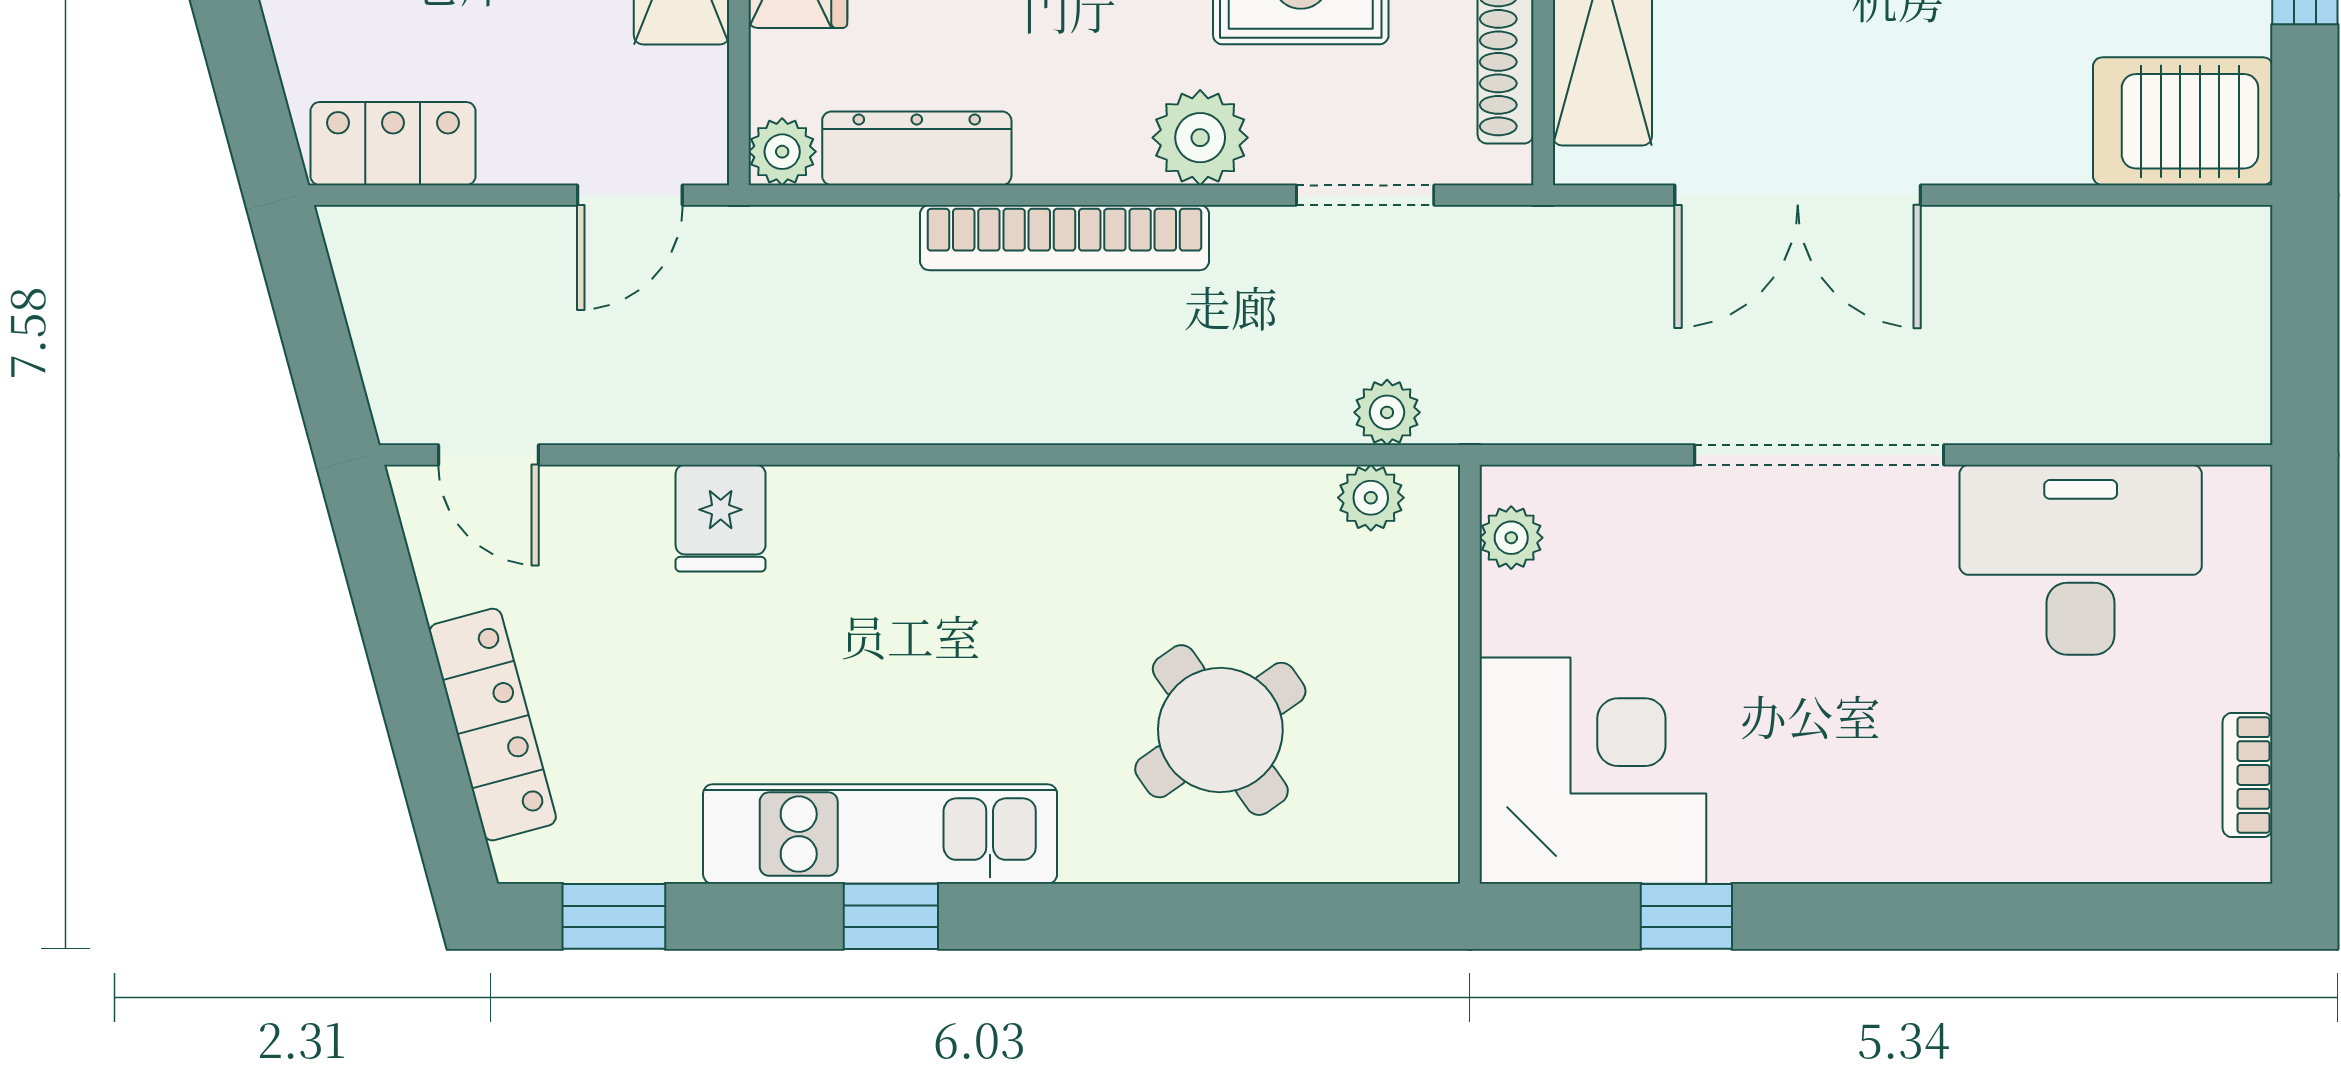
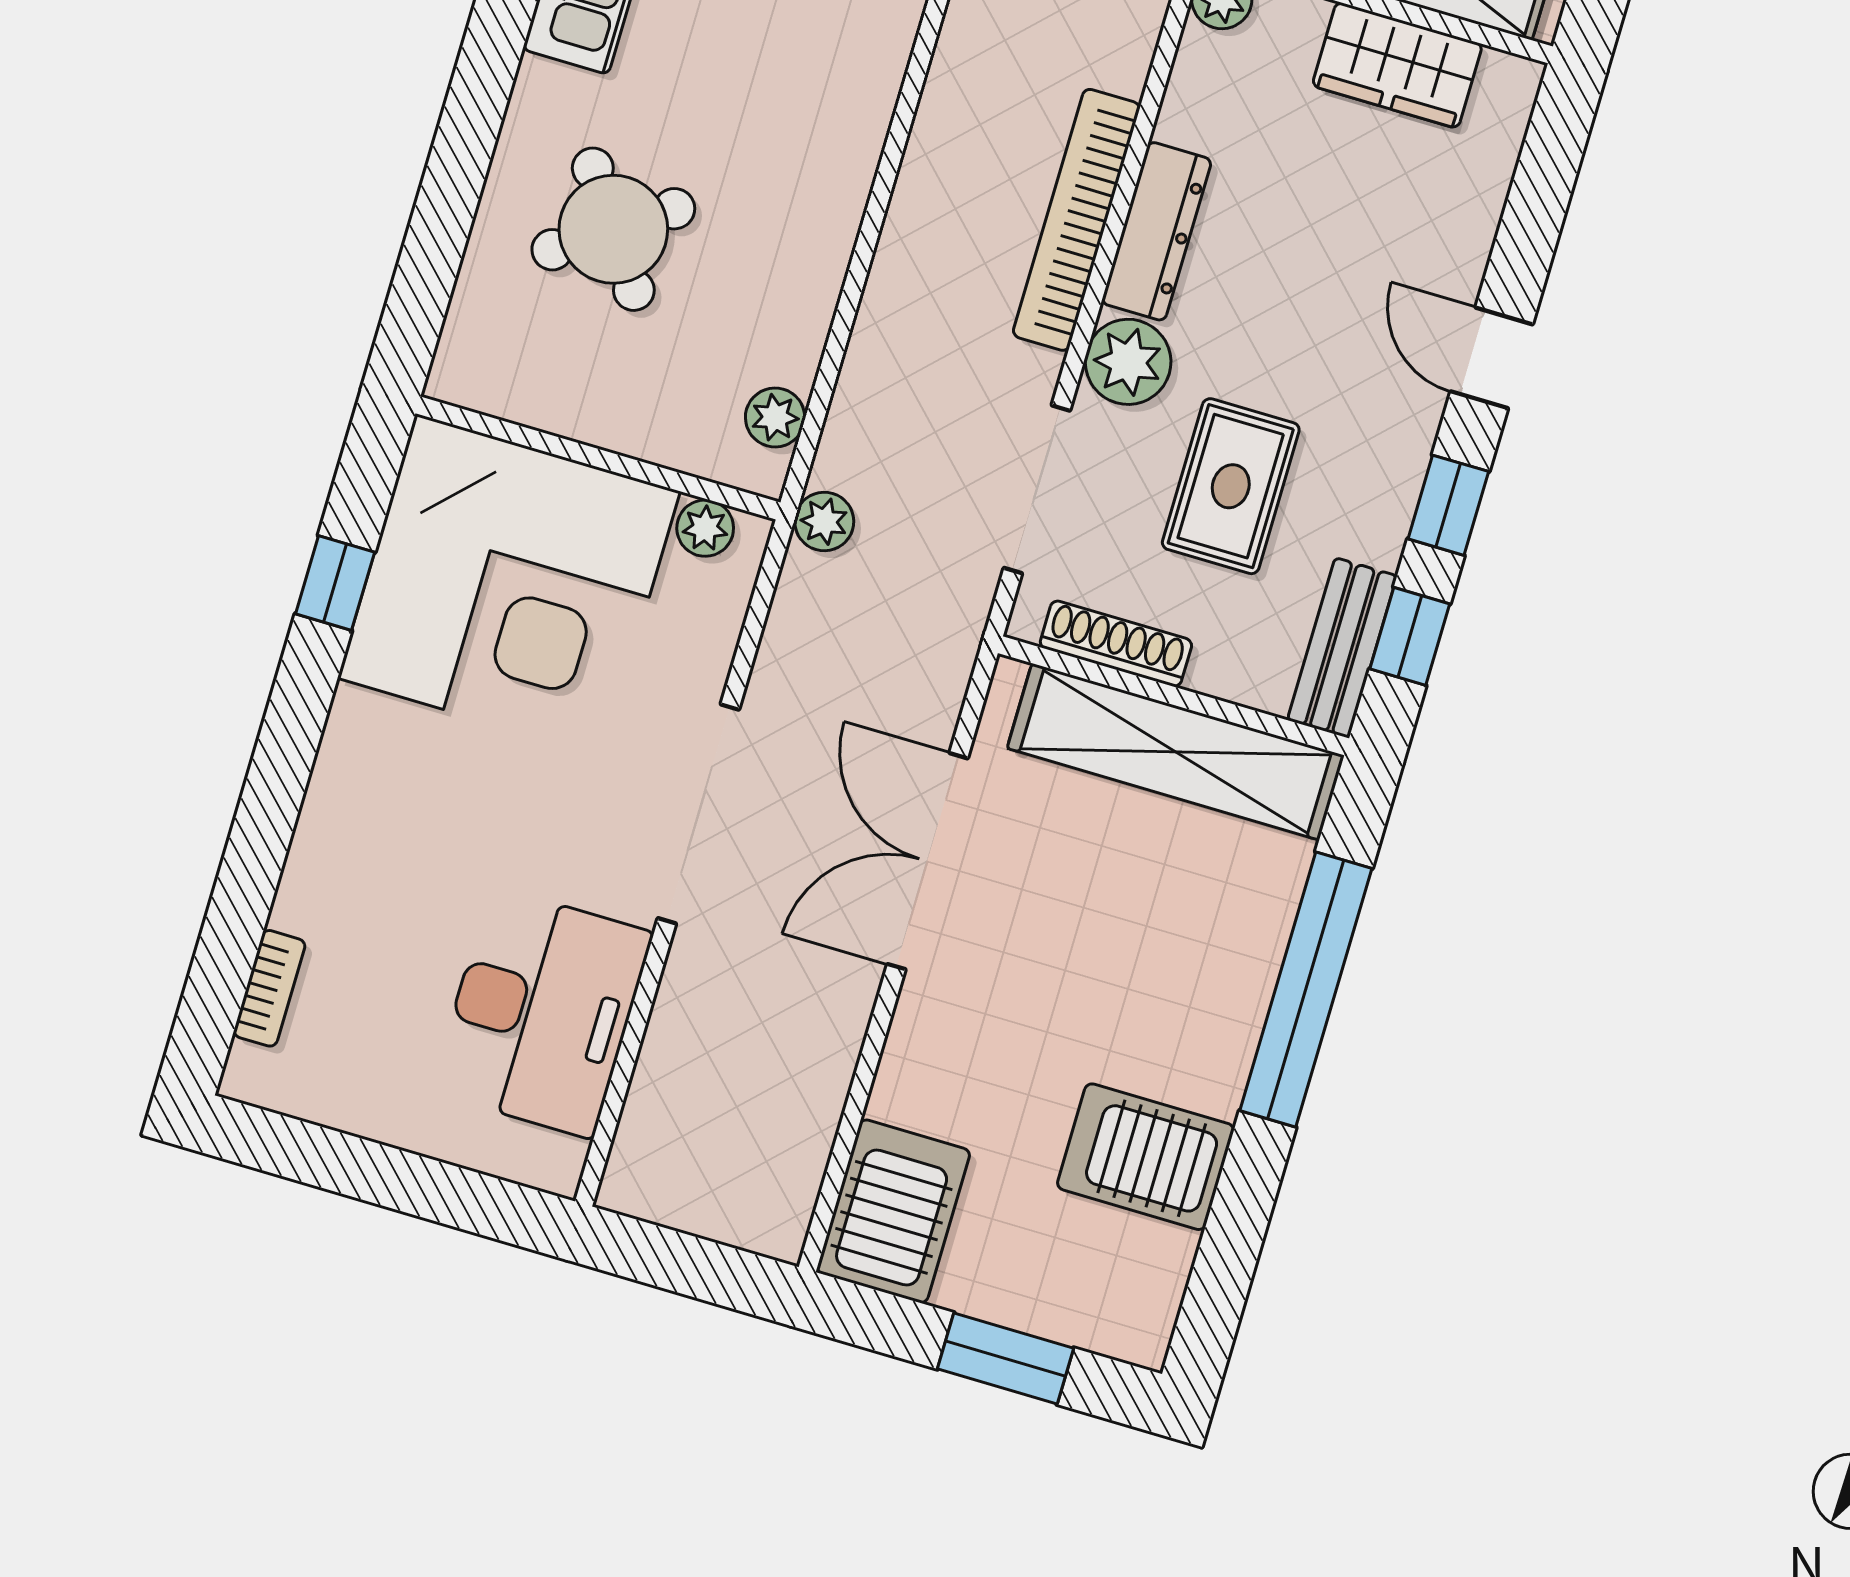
dresser: (917, 148) -> (1157, 231), moved
doorway: (1365, 195) -> (1037, 489), width x1.38
plant: (1387, 412) -> (824, 521), moved
corner desk: (1593, 771) -> (509, 585), width x1.36, depth x1.36
bookcase: (2248, 775) -> (269, 988), moved, turned 90

